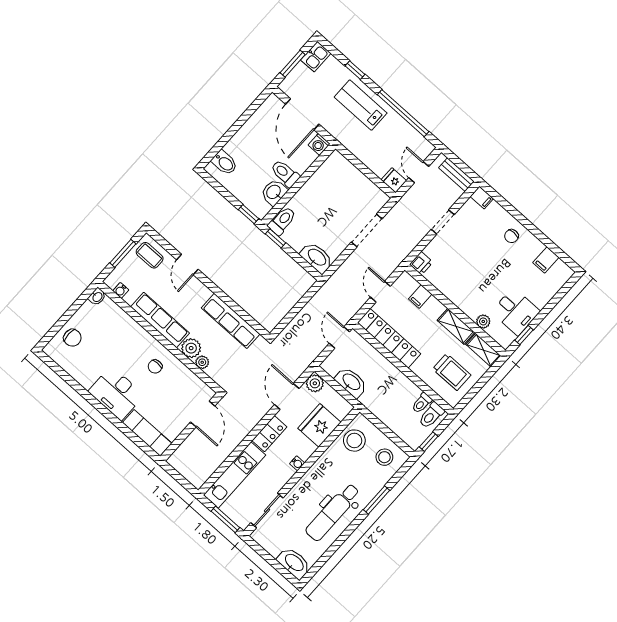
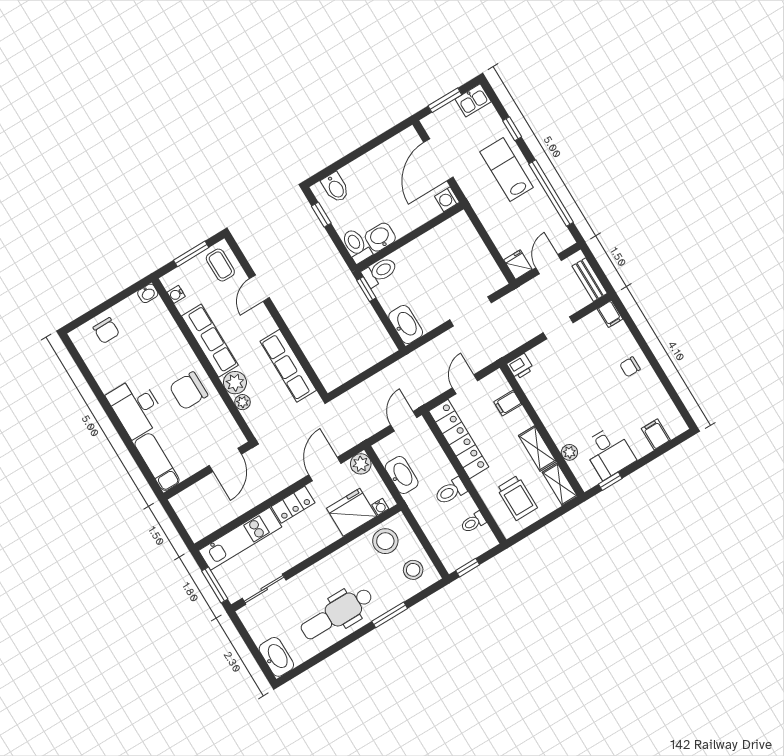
toilet: (285, 173) -> (356, 246), moved
window: (248, 214) -> (321, 215), moved
filing cabinet: (546, 260) -> (656, 434), moved, turned 90
chair: (155, 367) -> (189, 391), width x1.87, depth x1.87
toilet: (431, 415) -> (451, 491), moved
water cooler: (297, 463) -> (380, 507), moved

